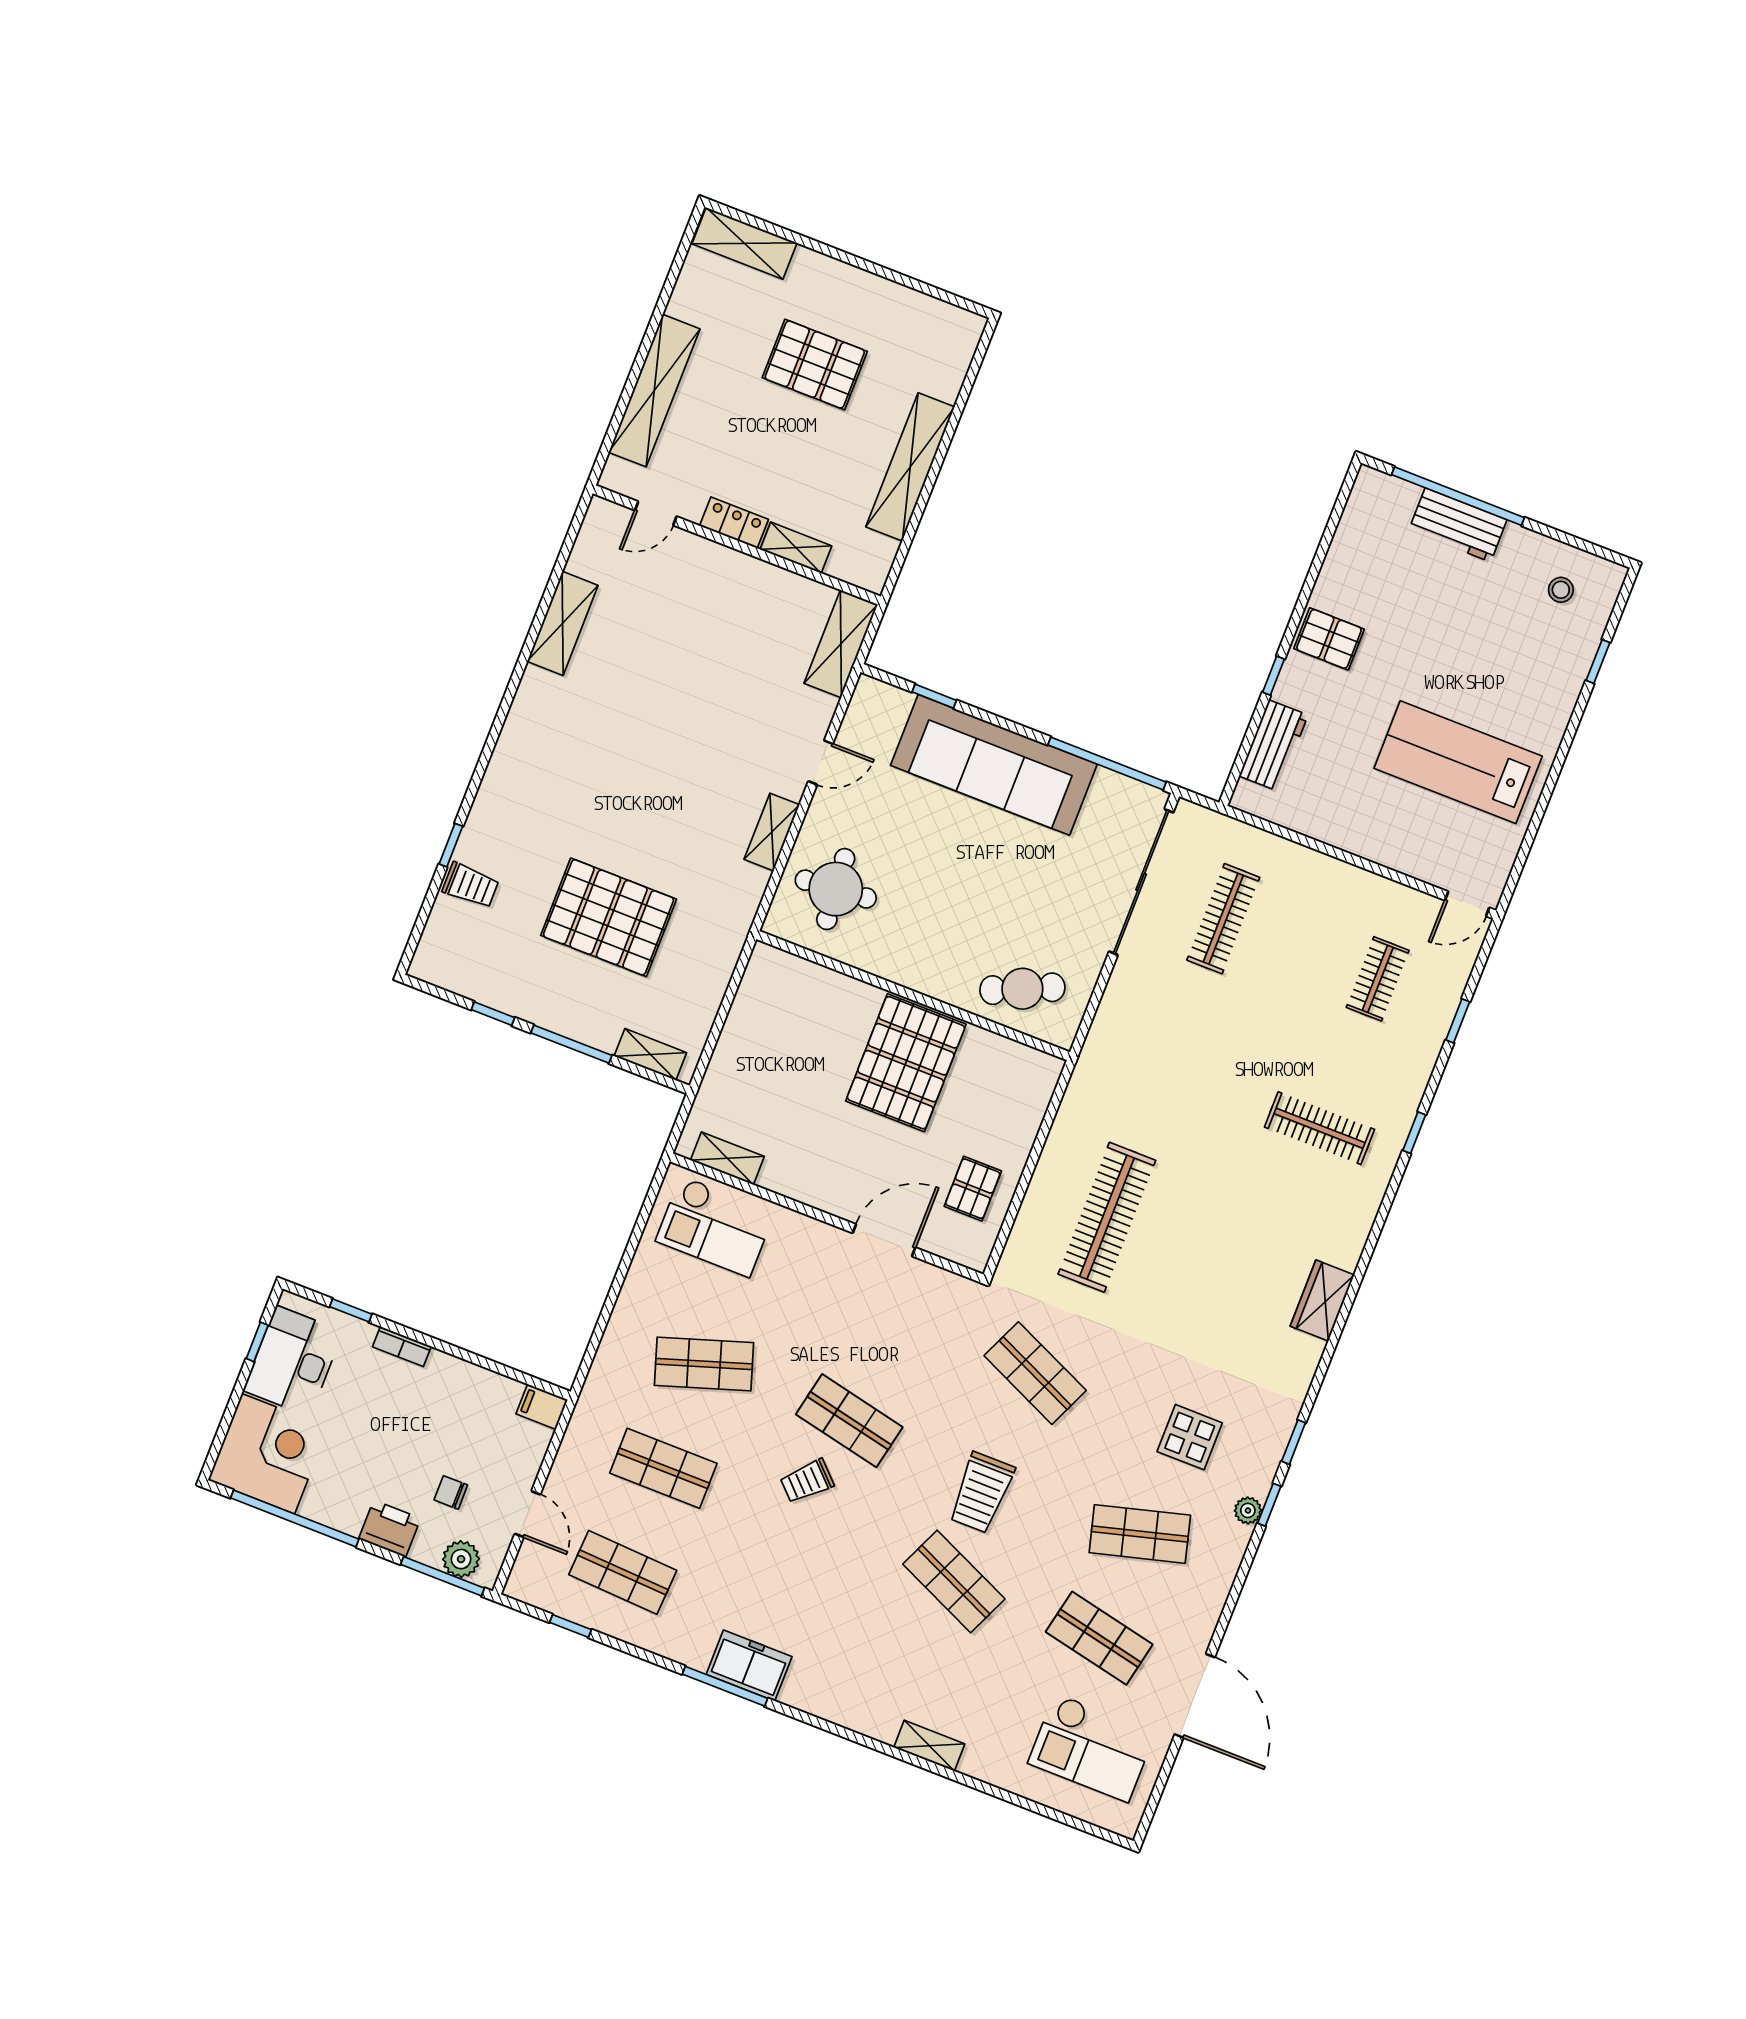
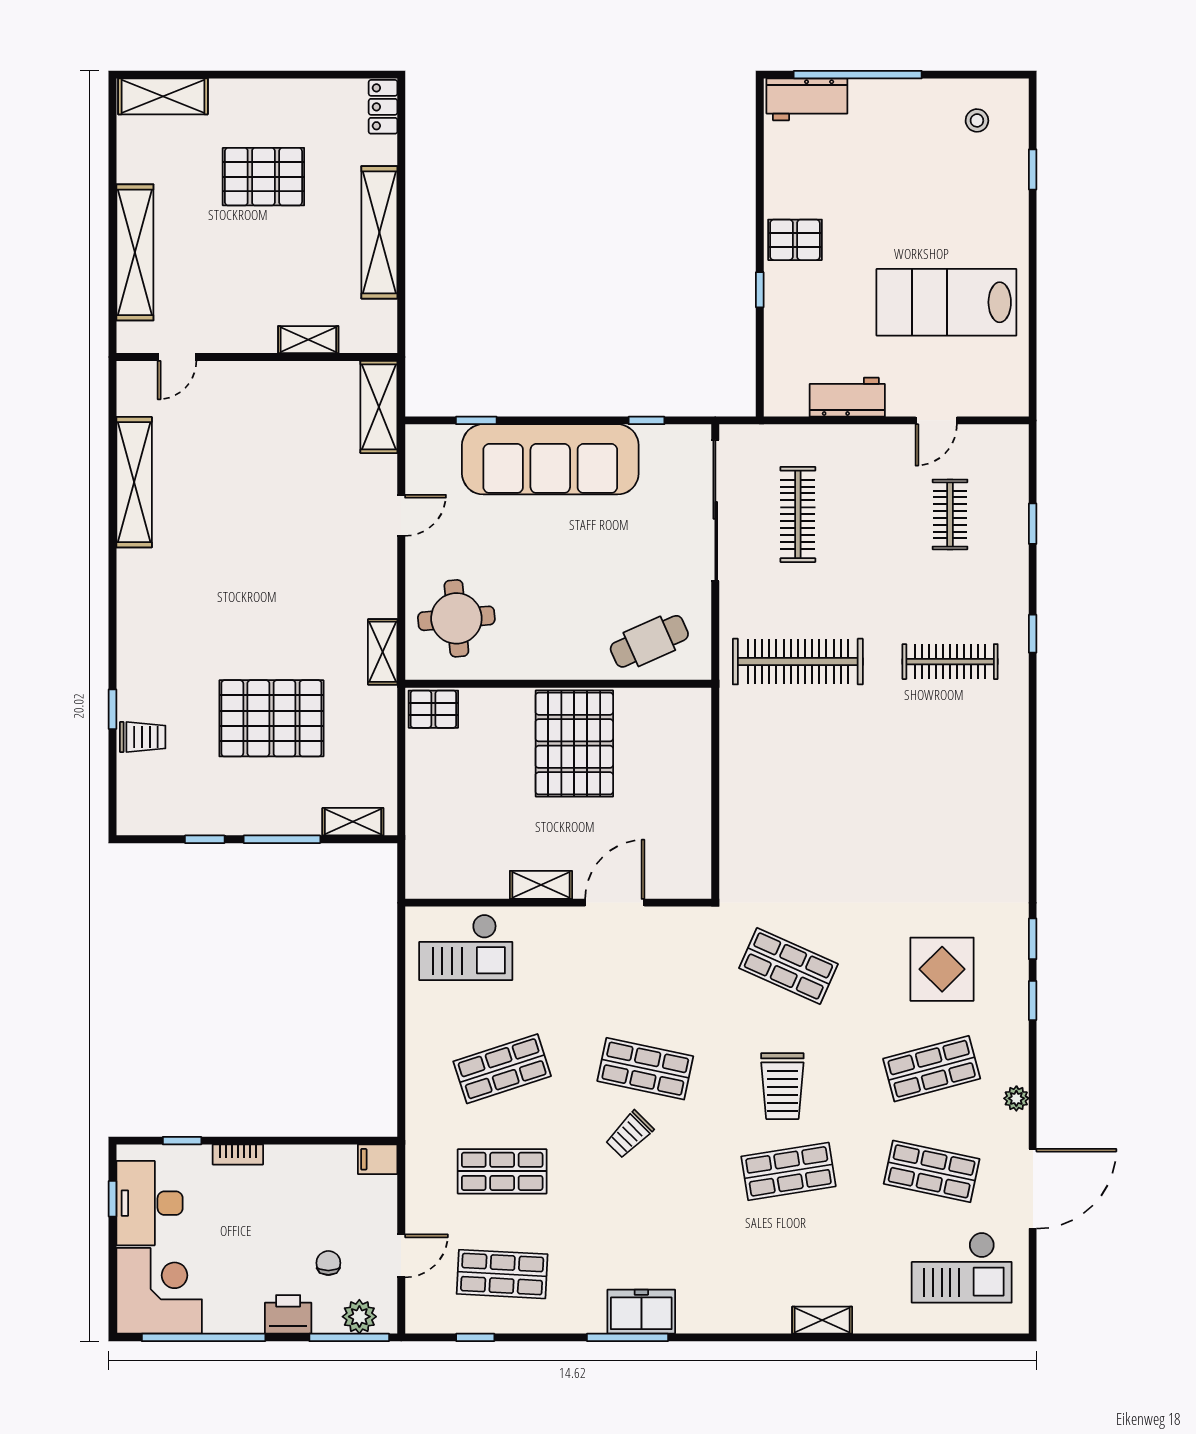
locker: (734, 523) -> (383, 107), moved, turned -90
workbench: (1458, 525) -> (807, 99), moved
shelving: (563, 623) -> (134, 482), width x1.47
workbench: (1273, 745) -> (847, 397), moved, turned -90
window: (1107, 763) -> (647, 420), width x0.32
shelving: (772, 832) -> (383, 652), moved
door: (1467, 904) -> (936, 420), moved
shelving: (727, 1158) -> (541, 885), moved
pallet: (973, 1189) -> (433, 709), moved, turned 90
clothes rail: (1107, 1217) -> (798, 662), moved, turned 90
wardrobe: (1322, 1300) -> (1010, 808), removed
display table: (1190, 1437) -> (942, 969), width x1.36, depth x1.36
chair: (451, 1492) -> (328, 1263), turned 90
plant: (1248, 1510) -> (1016, 1098), moved
door: (528, 1514) -> (401, 1256), hinge flipped
shop shelf: (954, 1582) -> (788, 1171), turned -33
door: (1195, 1696) -> (1033, 1189), hinge flipped

